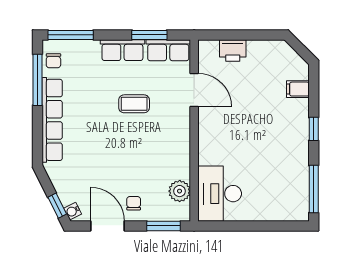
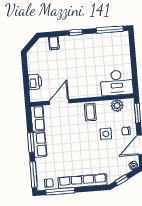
window: (149, 35) -> (31, 142), moved
coffee table: (134, 104) -> (90, 112), moved
side table: (132, 167) -> (106, 134), added
window: (57, 206) -> (122, 180), moved

